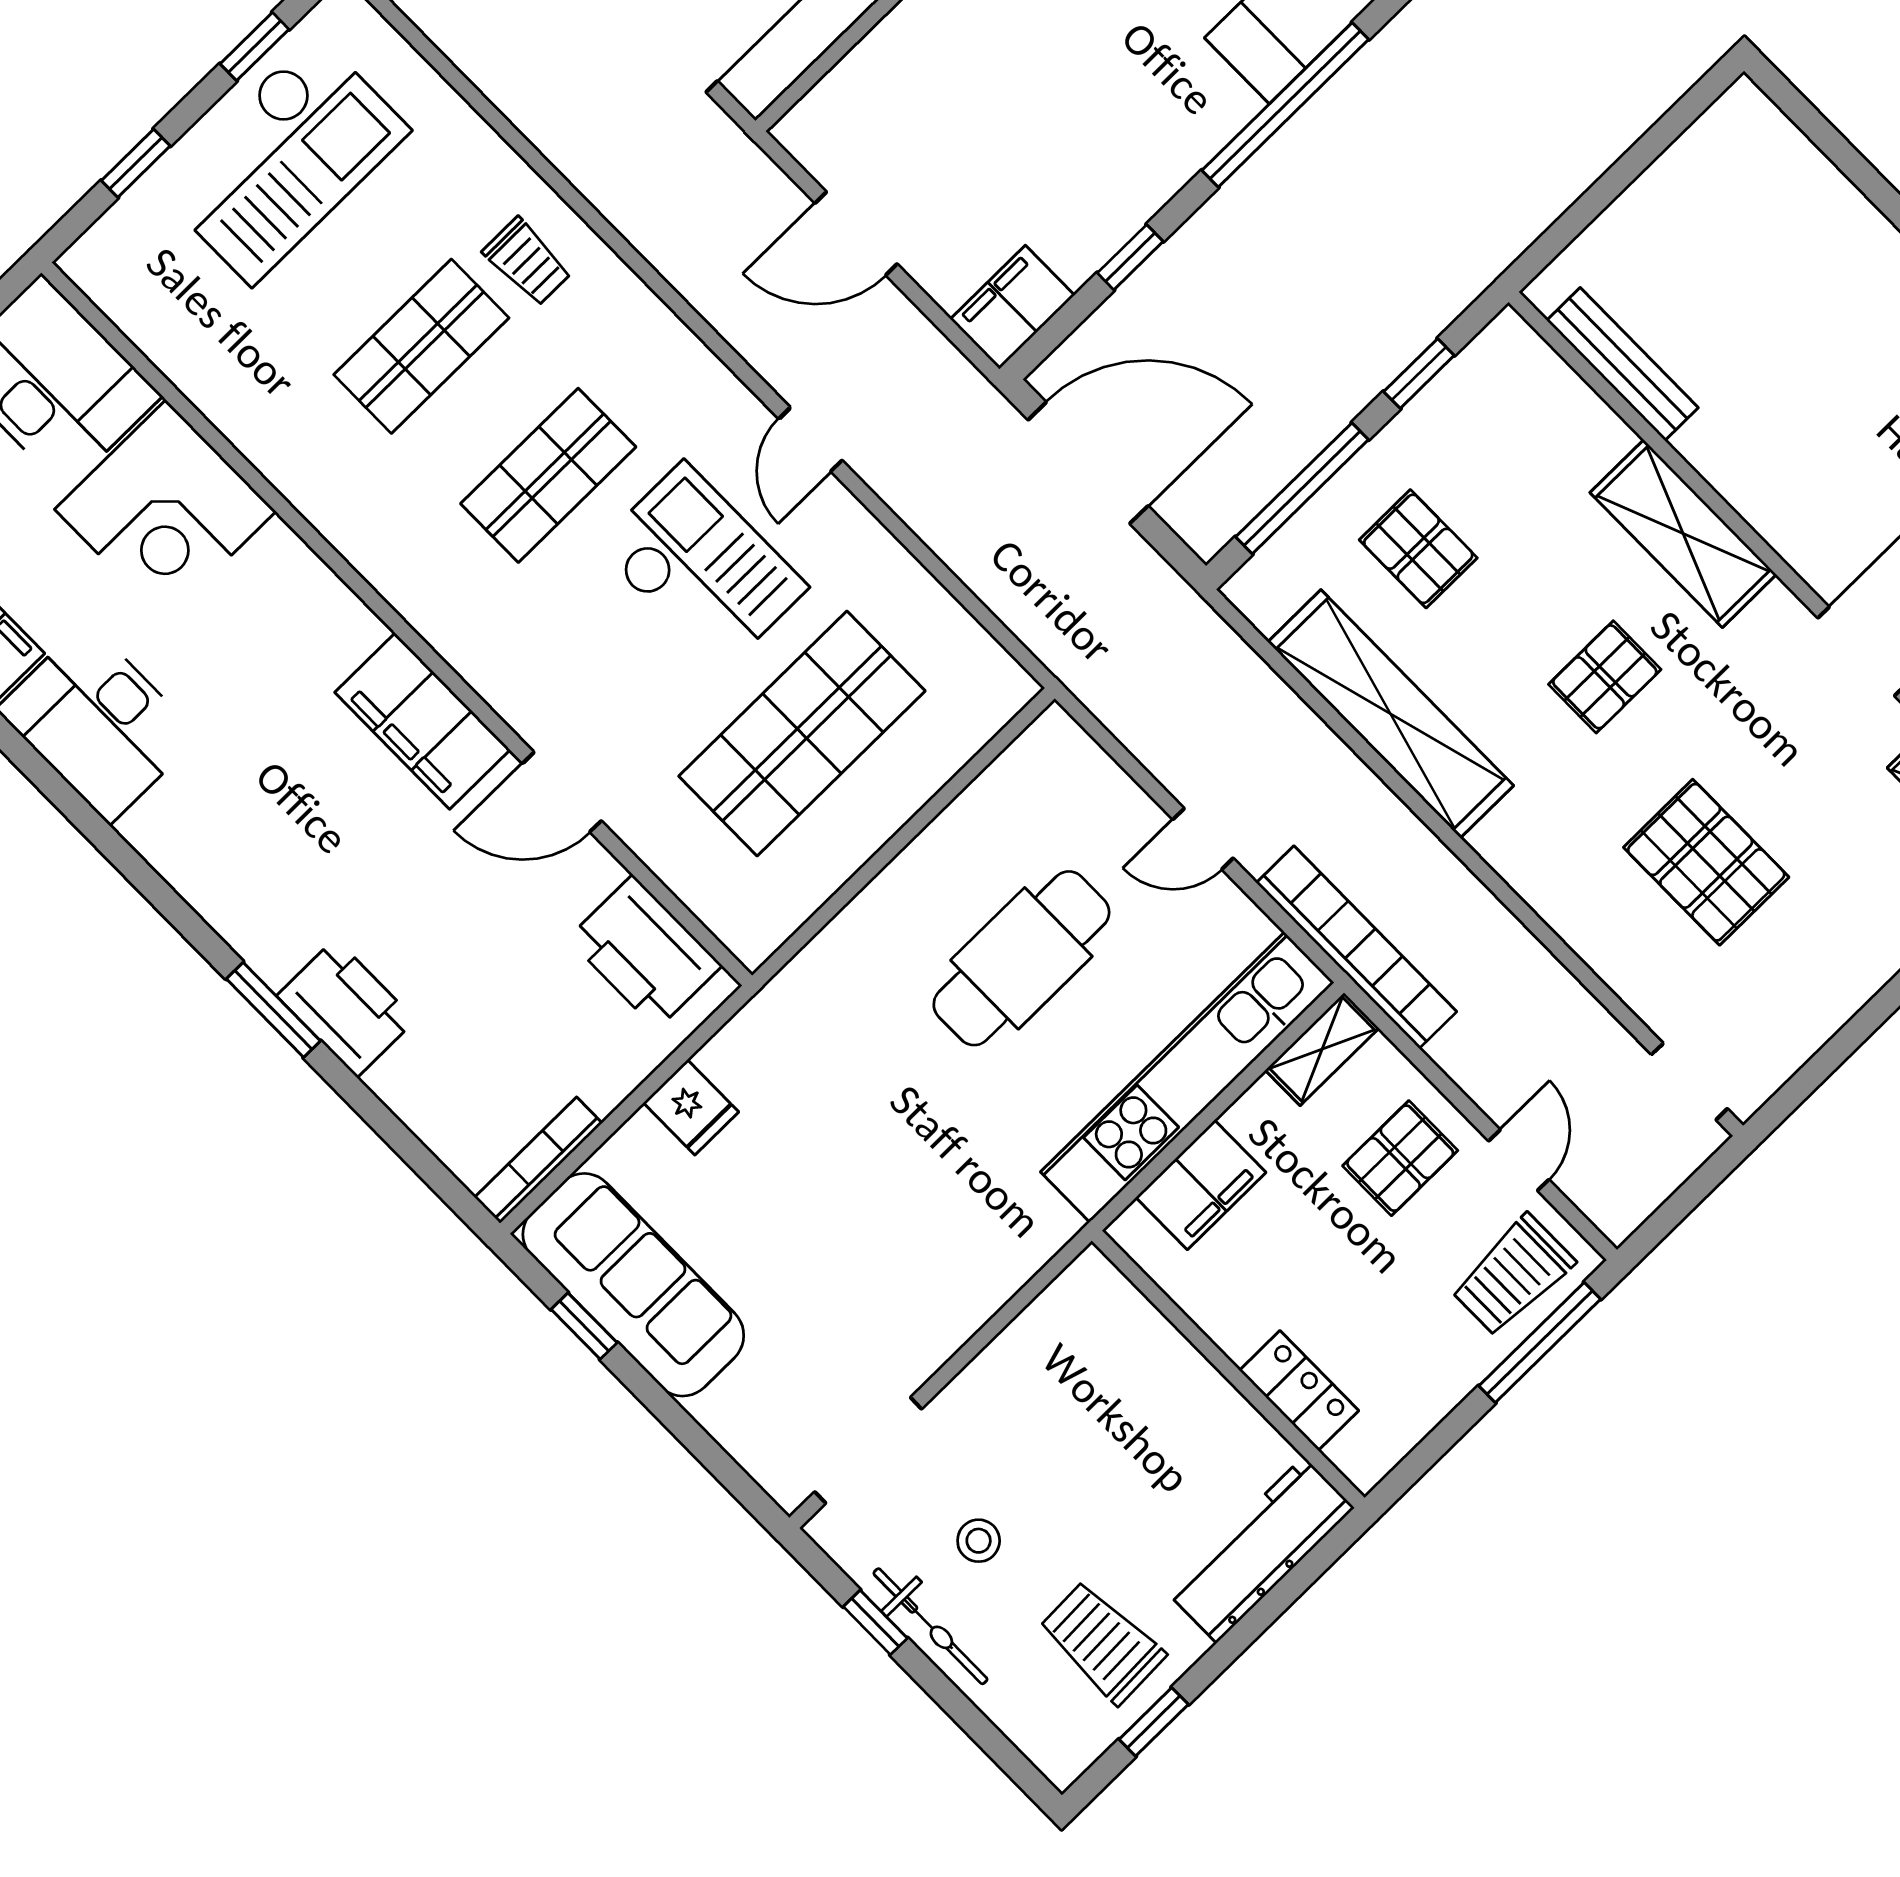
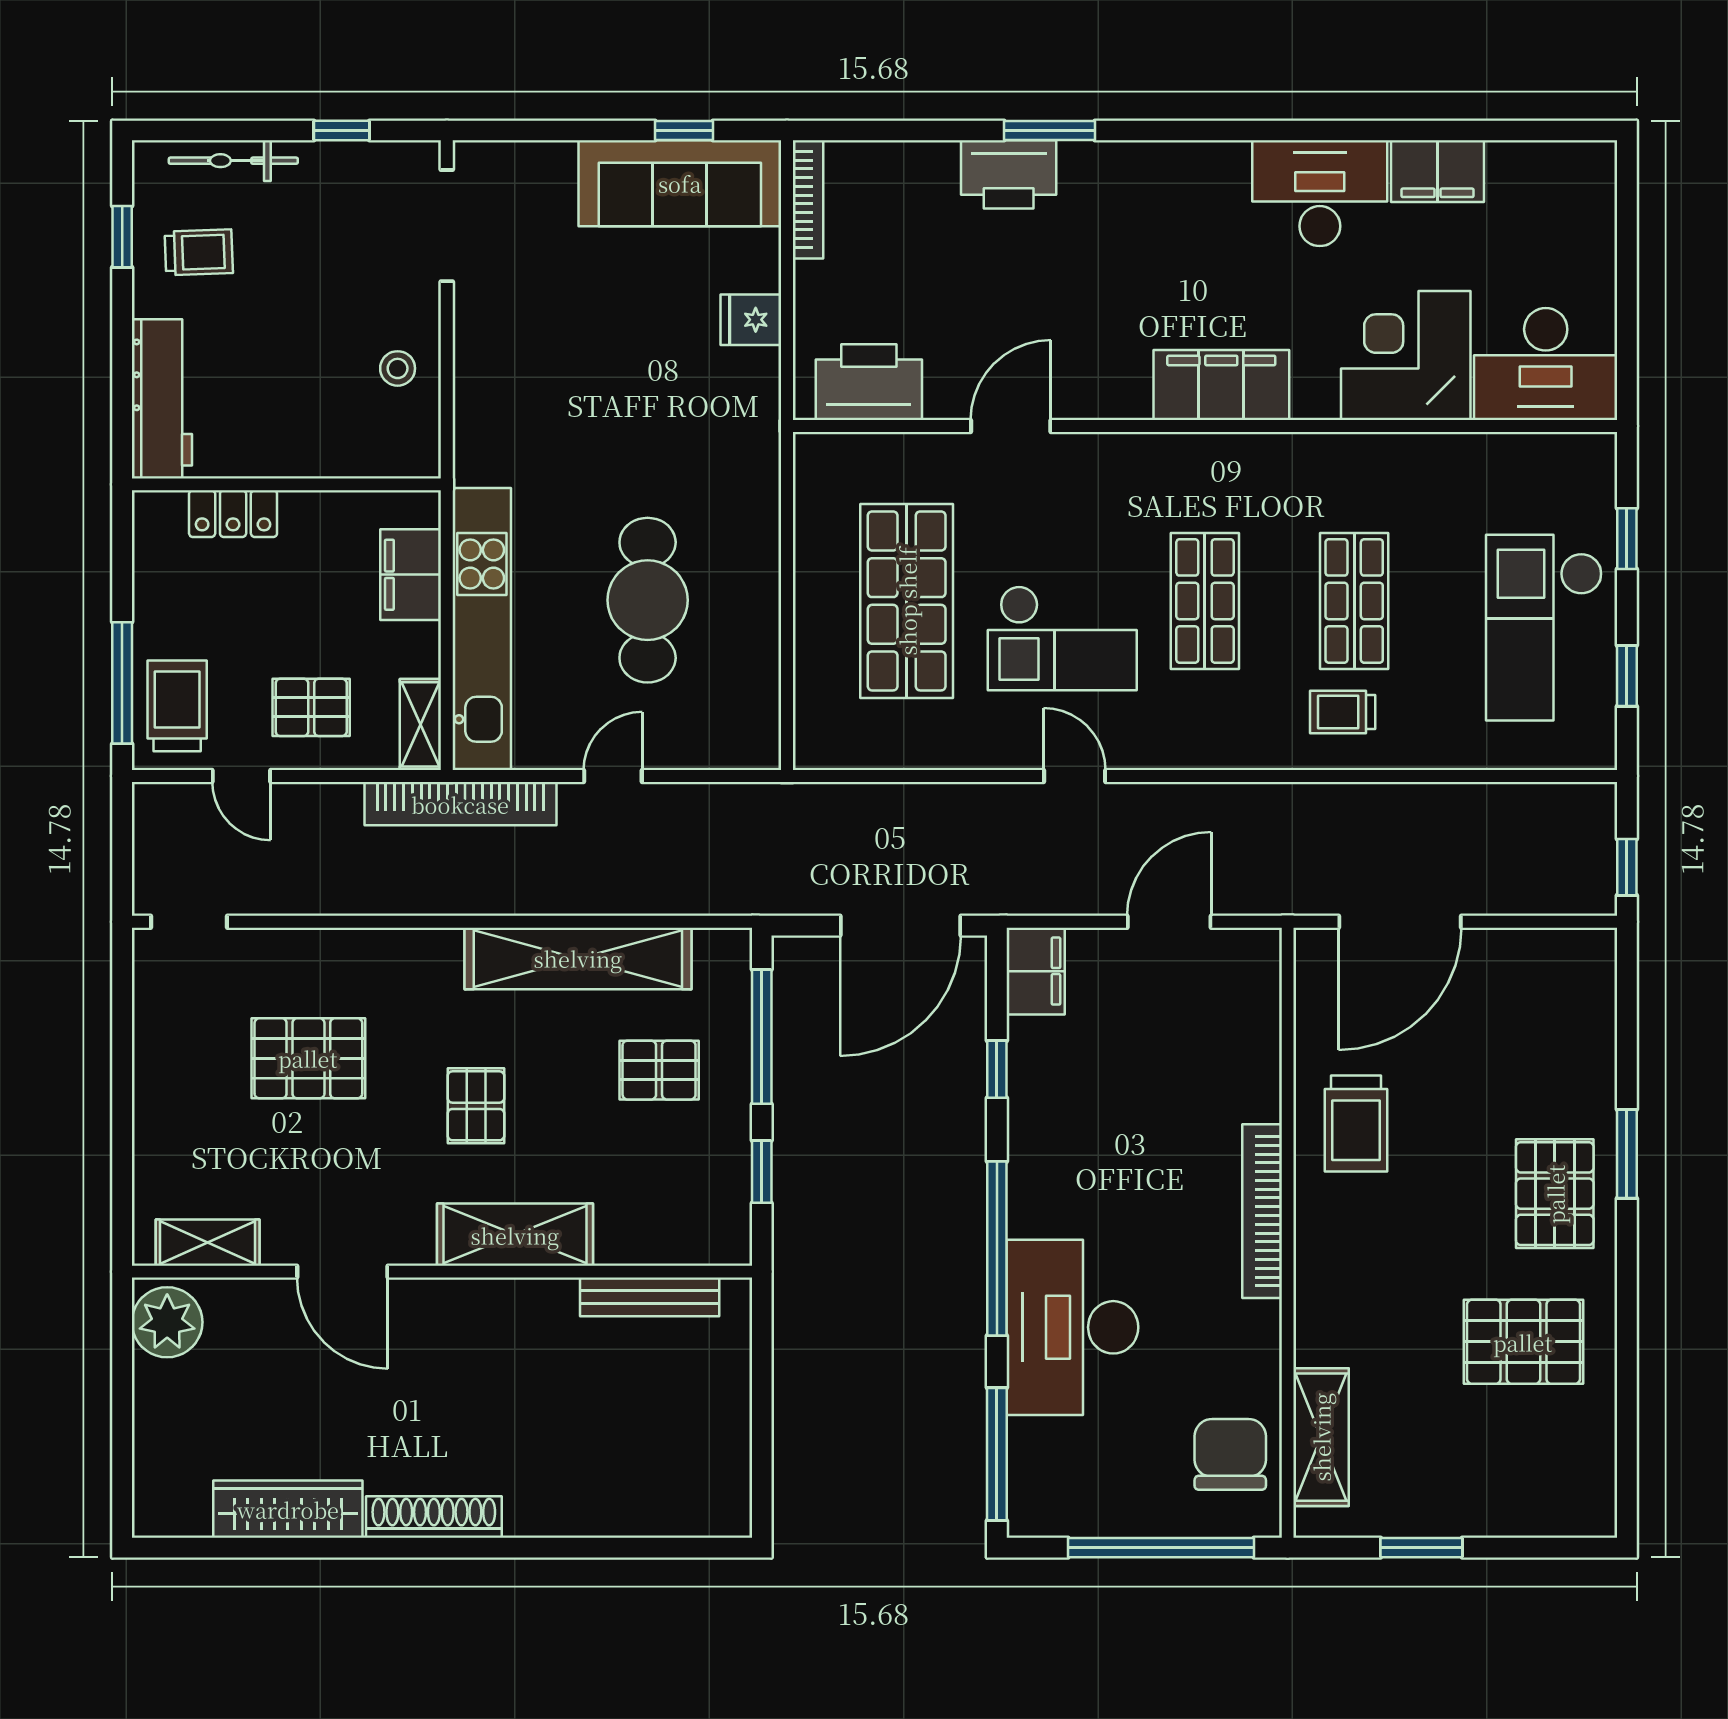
filing cabinet: (422, 721) -> (1221, 385), moved
pallet: (1400, 1158) -> (311, 707), turned 90
stool: (979, 1541) -> (398, 368), moved
bicycle: (930, 1626) -> (233, 161), moved
trolley: (1102, 1642) -> (199, 252), width x0.73, depth x0.72

